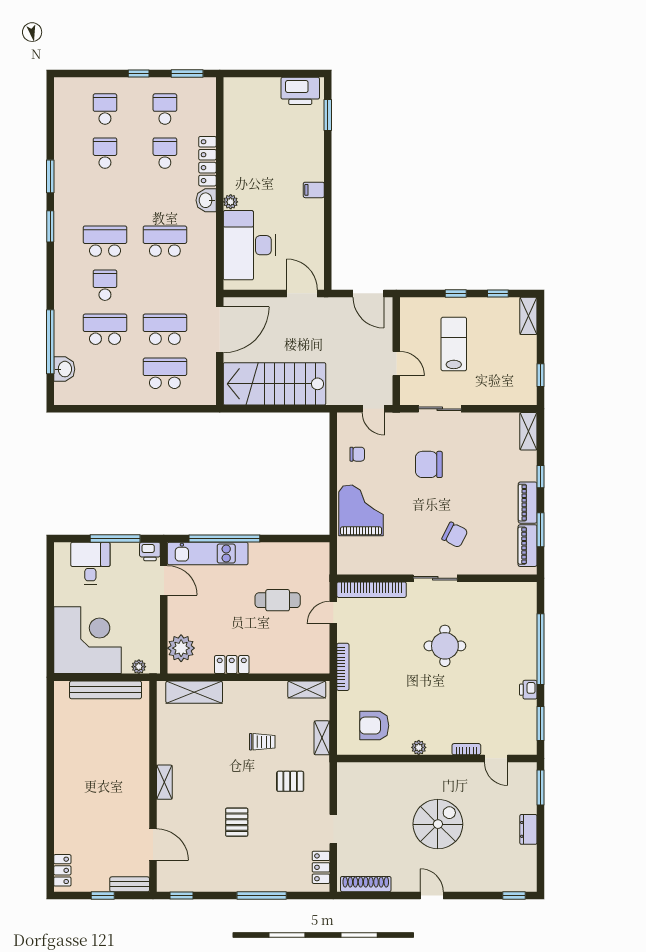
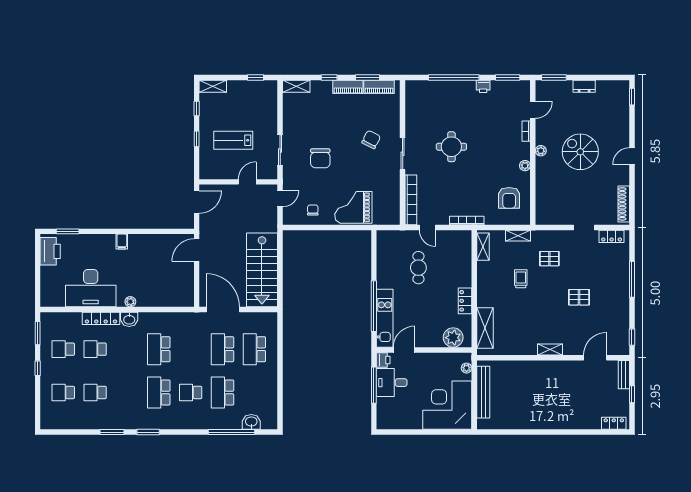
desk: (249, 245) -> (91, 288), moved
desk: (90, 563) -> (392, 383), moved
plant: (439, 769) -> (541, 151), added
pallet: (290, 781) -> (549, 259), turned 90

